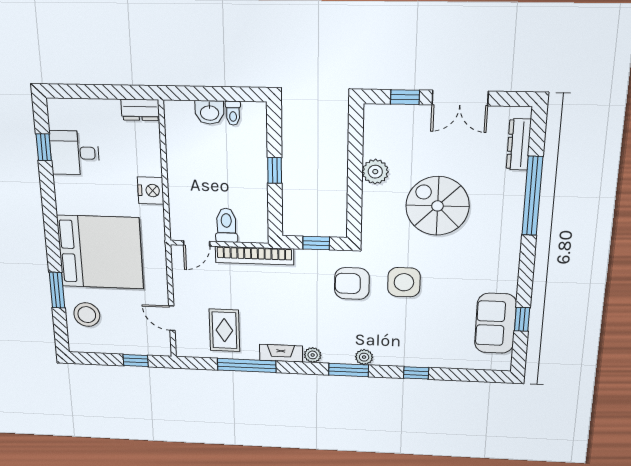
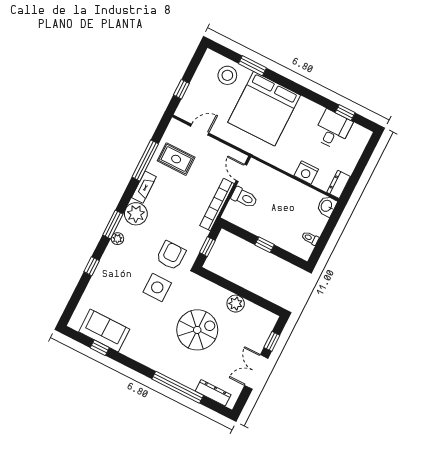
washbasin: (210, 112) -> (327, 206), moved
nightstand: (151, 190) -> (306, 172), moved
plant: (313, 355) -> (136, 214), width x1.87, depth x1.87

